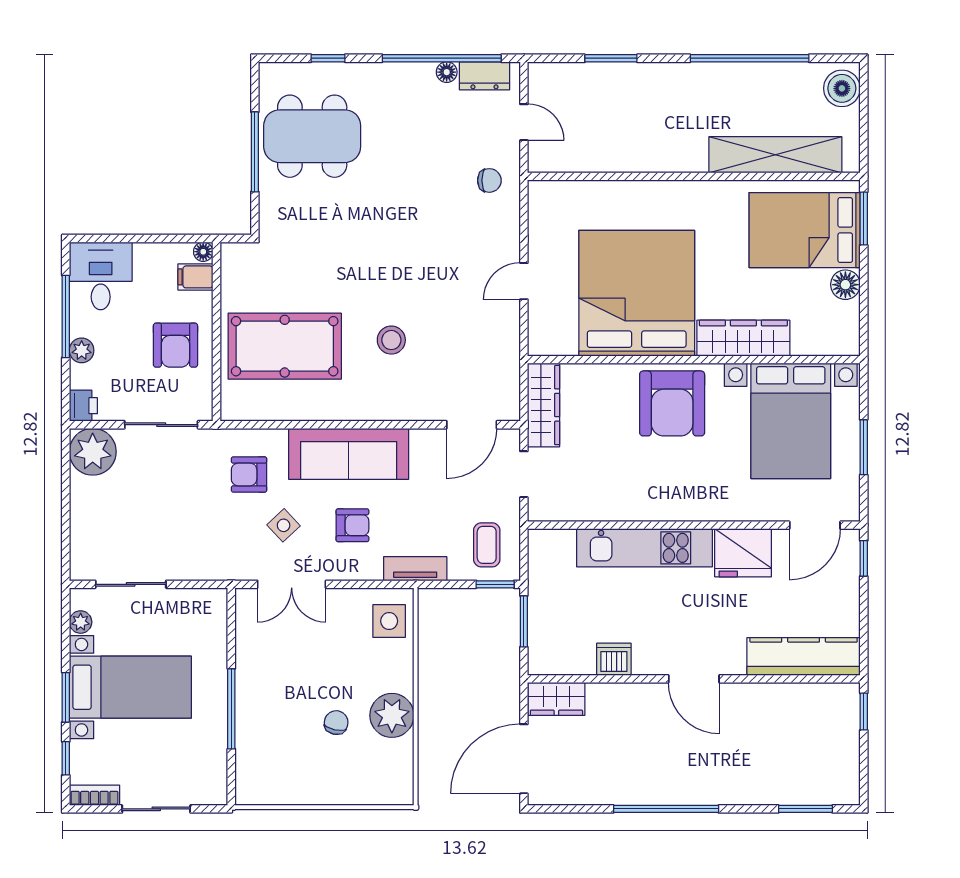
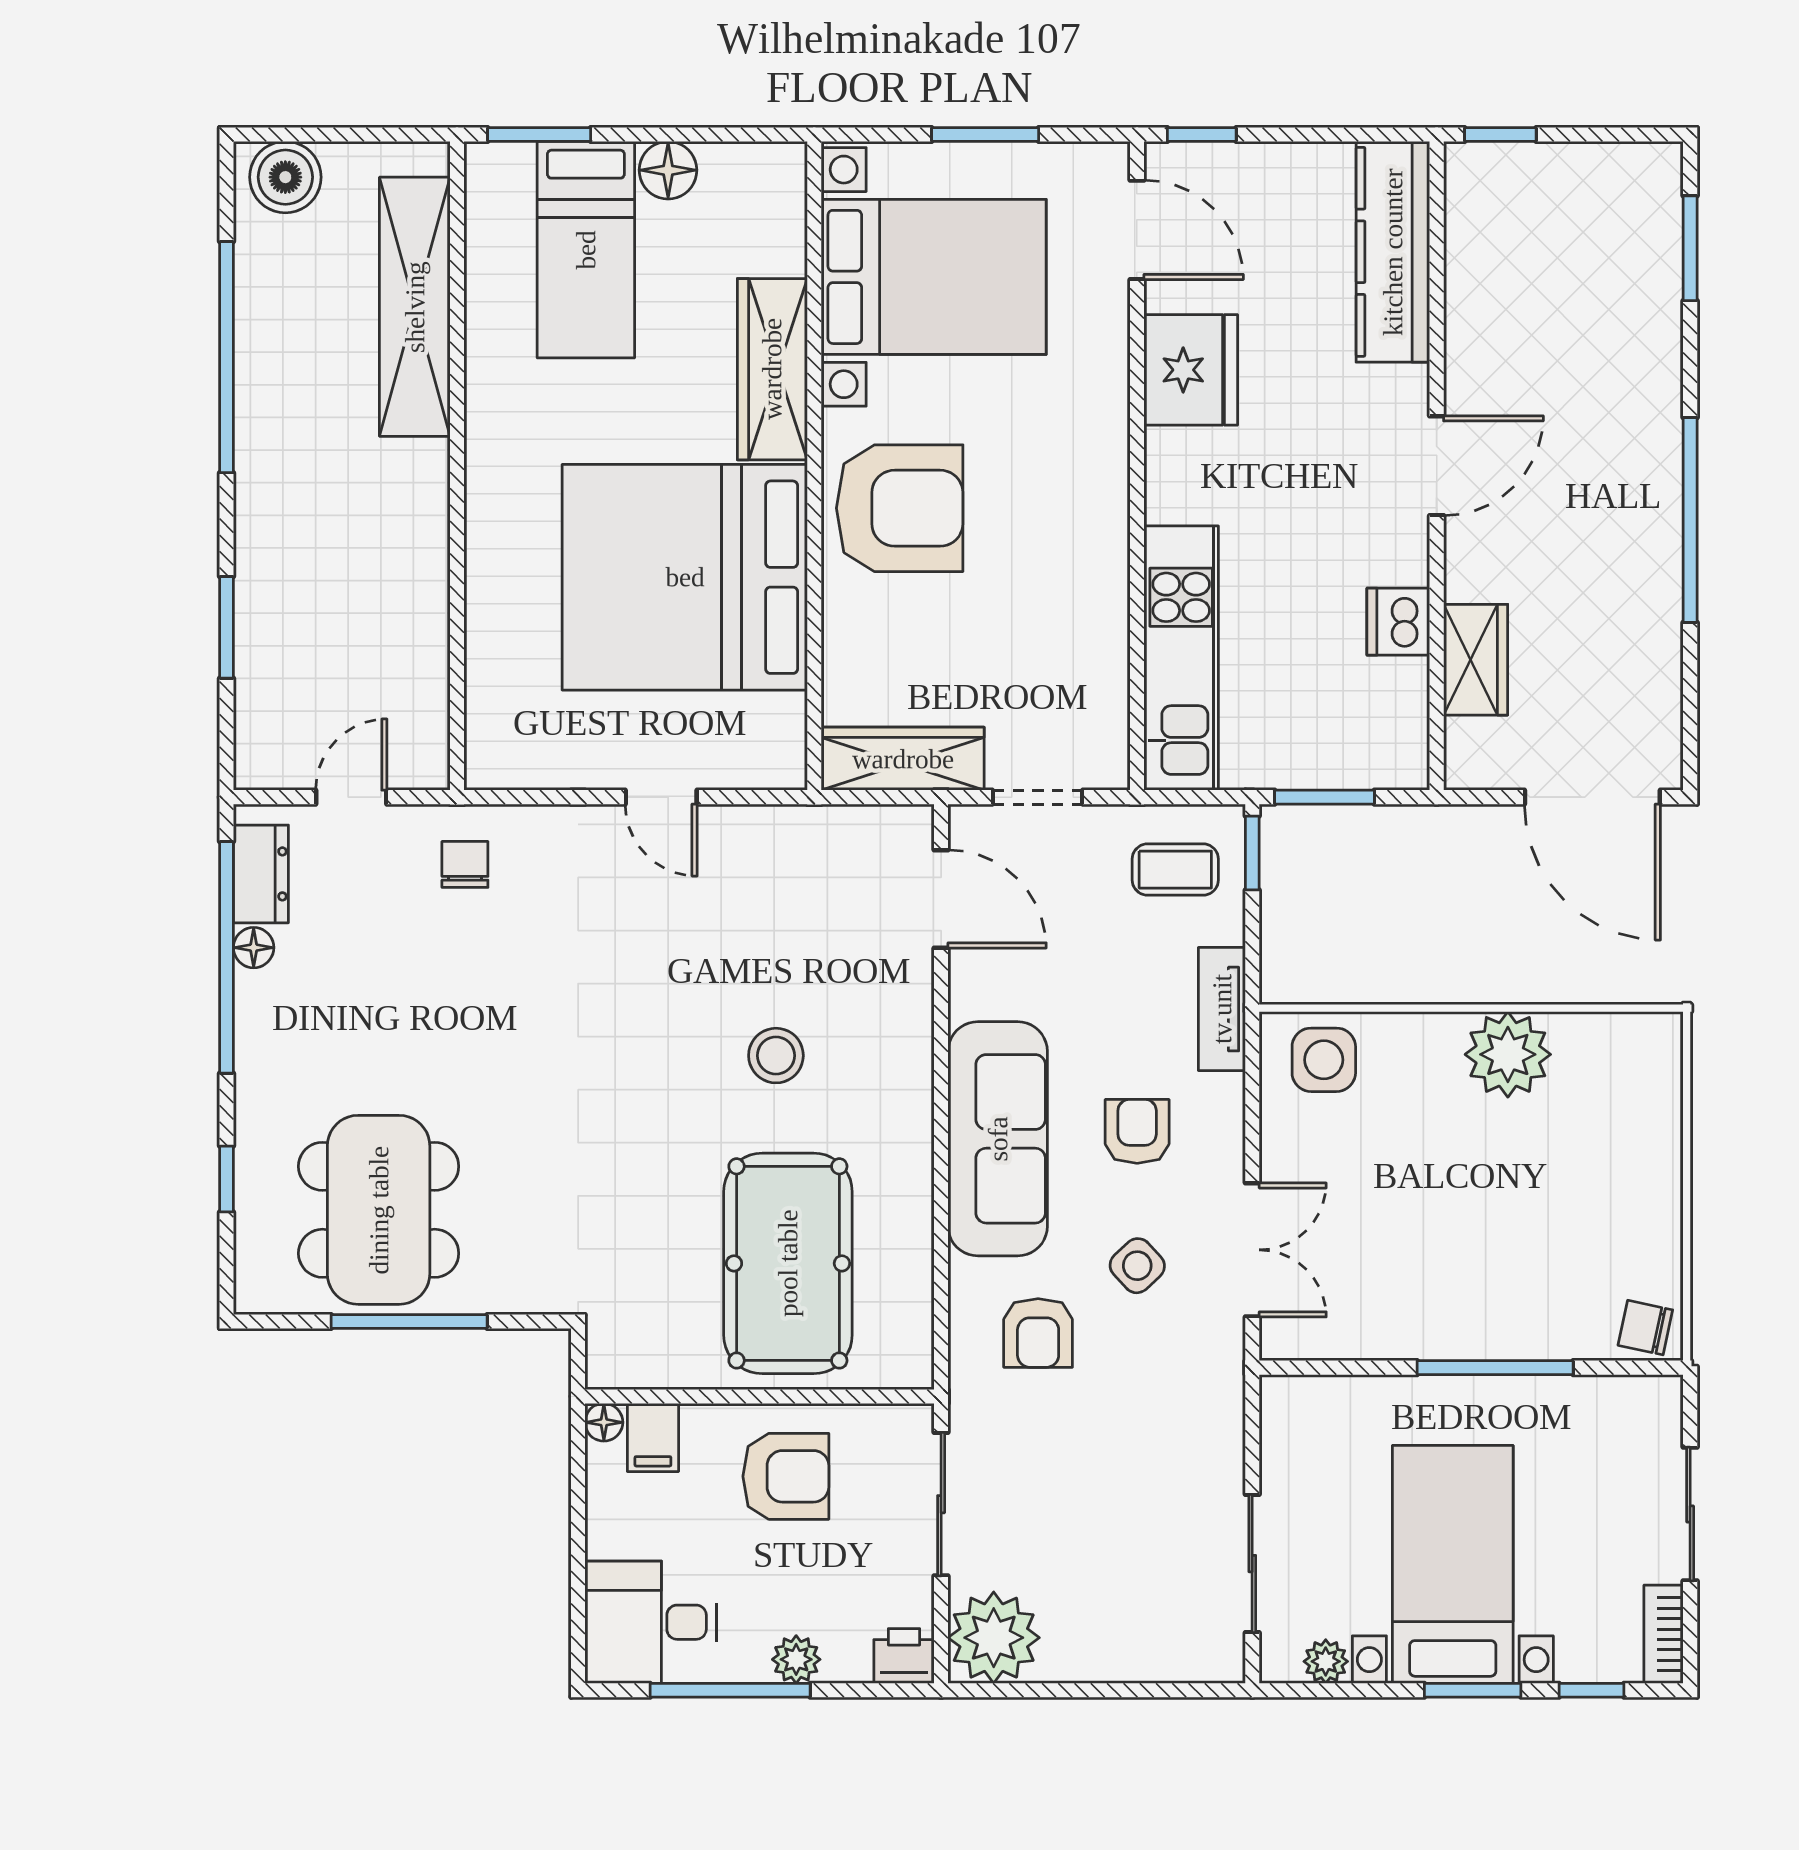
bed: (805, 230) -> (586, 250), width x0.67
kitchen unit: (644, 548) -> (1181, 658), moved
wardrobe: (556, 699) -> (1476, 660), moved
chair: (336, 723) -> (1645, 1328), moved

